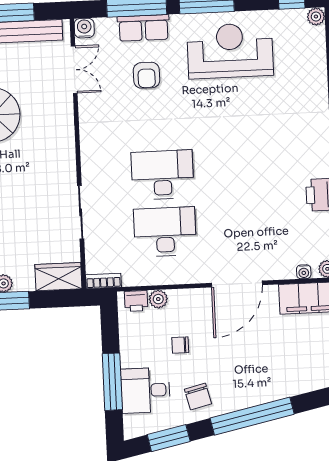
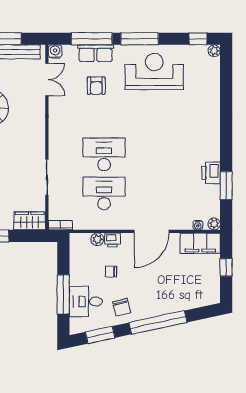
printer: (136, 301) -> (113, 240), moved

